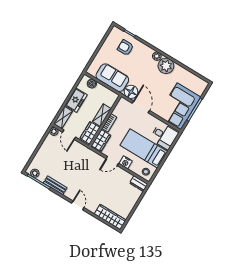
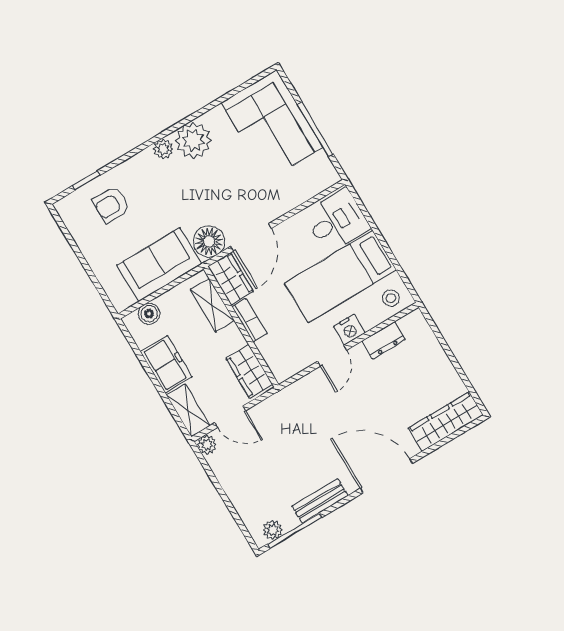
corner sofa: (179, 106) -> (272, 125), moved
door: (141, 107) -> (251, 237), swing flipped
shelving: (102, 115) -> (212, 305), moved
wardrobe: (101, 140) -> (231, 279), moved
dresser: (139, 184) -> (383, 340), moved
door: (78, 205) -> (386, 476), width x1.88

